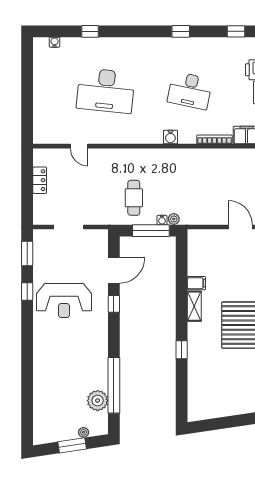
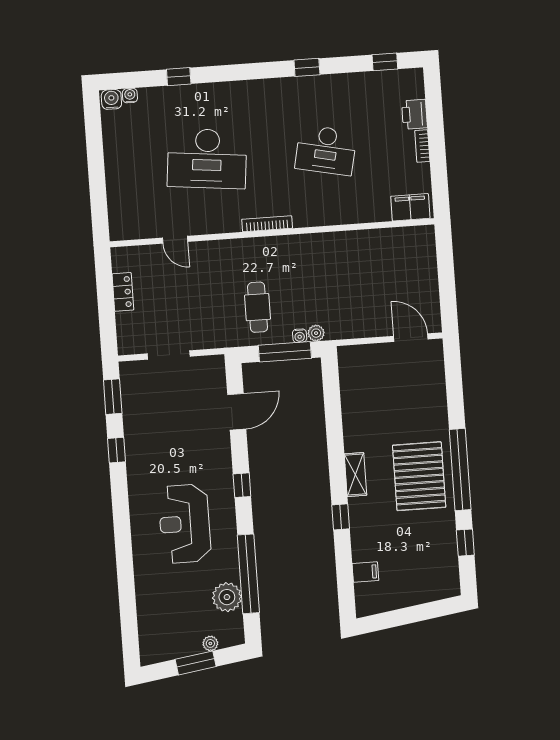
water cooler: (170, 137) -> (111, 99), moved, turned 180
bookcase: (214, 139) -> (267, 224), moved
filing cabinet: (196, 283) -> (365, 572), moved
reception desk: (64, 301) -> (185, 524), moved, turned 90
window: (114, 304) -> (242, 485), moved
shelving: (194, 306) -> (355, 475), moved

